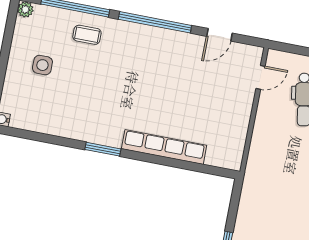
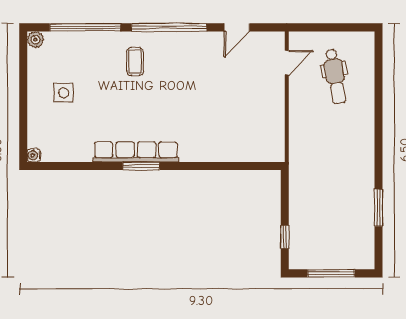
coffee table: (87, 35) -> (135, 62), moved, turned 90
row of seats: (164, 147) -> (136, 152), moved

